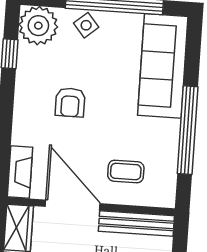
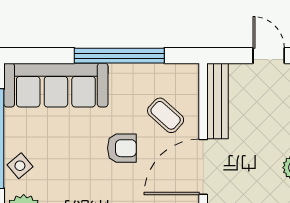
armchair: (70, 102) -> (122, 148), moved
coffee table: (126, 172) -> (166, 115), turned -48

